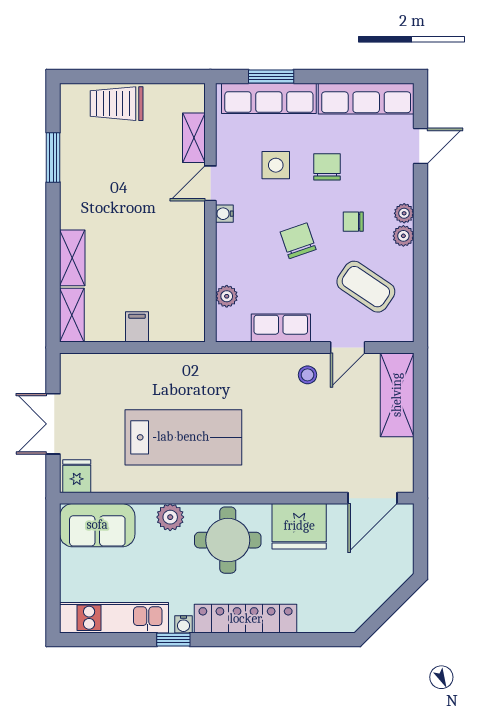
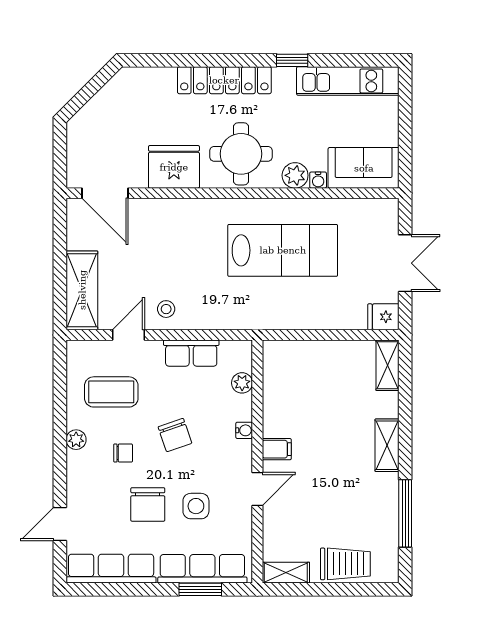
shelving: (194, 138) -> (286, 573), moved, turned 90
window: (53, 157) -> (405, 513), width x1.44
chair: (327, 167) -> (148, 504), width x1.37, depth x1.37
plant: (404, 213) -> (75, 461), removed
water cooler: (224, 214) -> (244, 430), moved
shelving: (72, 258) -> (387, 445), moved
coffee table: (366, 287) -> (111, 392), turned -34
filing cabinet: (137, 327) -> (277, 449), moved, turned -90
lab bench: (183, 437) -> (283, 250), turned 180
fridge: (77, 476) -> (383, 317), moved, turned 90
door: (373, 498) -> (105, 193), swing flipped
water cooler: (183, 624) -> (318, 180), moved, turned 180

